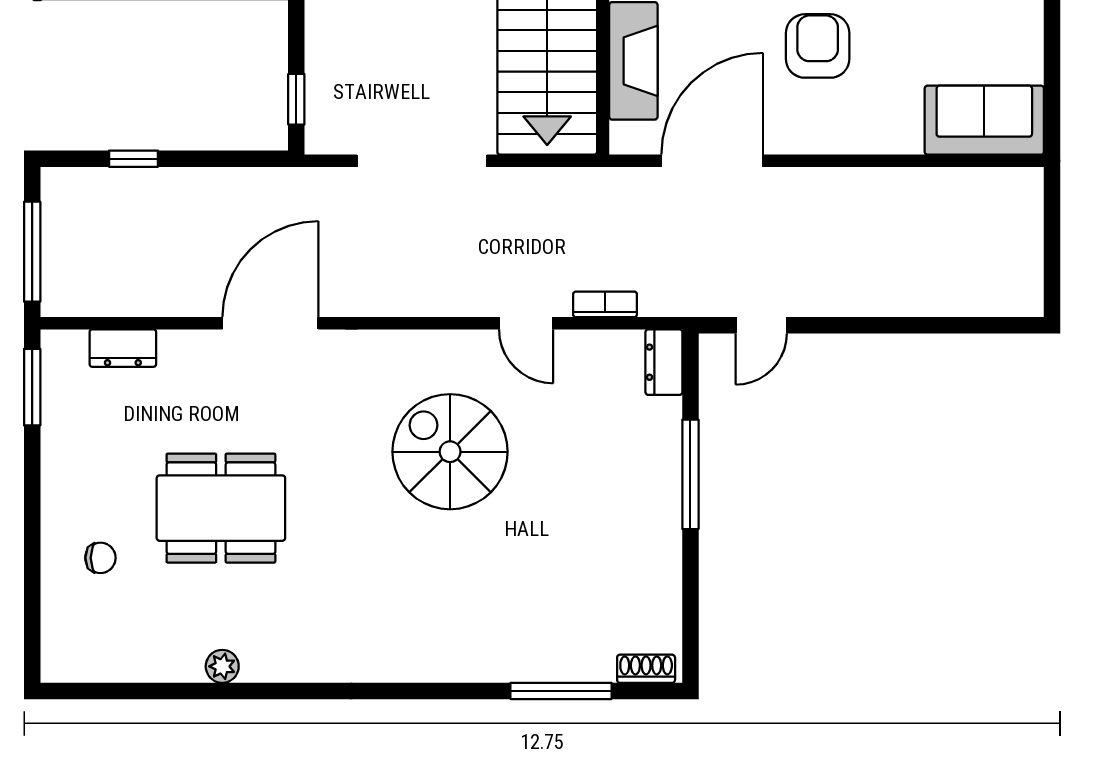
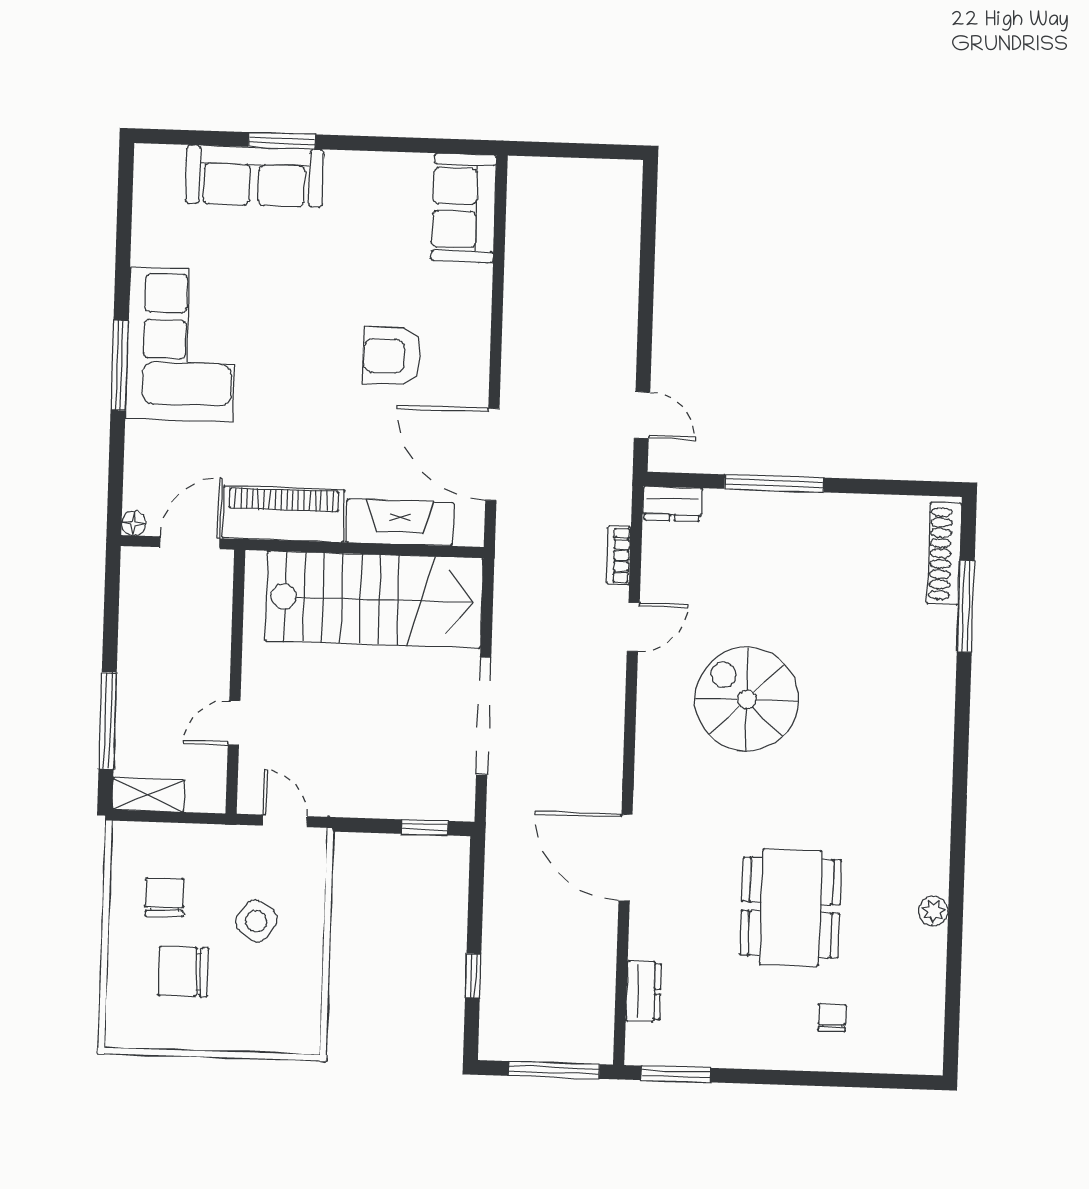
spiral stairs: (450, 452) -> (747, 699), turned 90
shoe rack: (646, 669) -> (944, 554), width x1.94, depth x1.24

